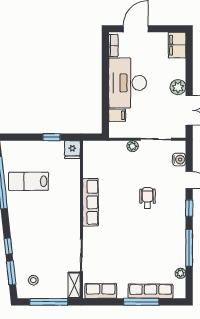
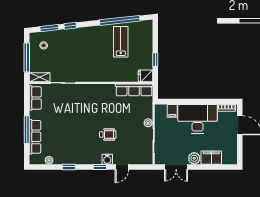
filing cabinet: (177, 45) -> (211, 158), moved
water cooler: (179, 160) -> (107, 159), moved
row of seats: (90, 202) -> (134, 90), moved
window: (189, 248) -> (69, 167), width x0.46

